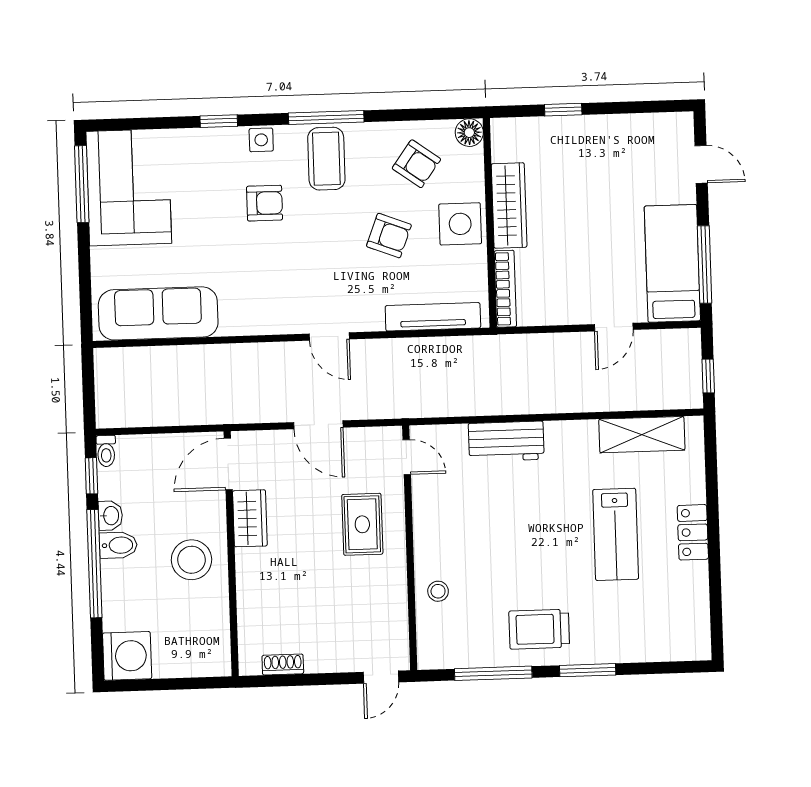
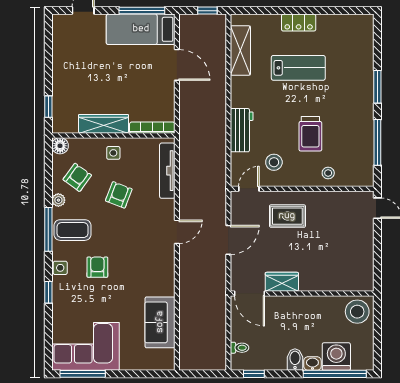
window: (563, 110) -> (48, 107), moved
plant: (377, 133) -> (58, 200), added
side table: (460, 224) -> (113, 153), width x0.54, depth x0.54
sofa: (158, 313) -> (160, 322), width x0.73
door: (614, 327) -> (177, 65), width x1.38
toilet: (106, 451) -> (240, 348), moved
stool: (453, 498) -> (274, 162), added
washbasin: (110, 516) -> (312, 363), moved
stool: (191, 560) -> (357, 312), moved
window: (94, 564) -> (335, 374), moved
trolley: (539, 629) -> (310, 134), moved
washing machine: (127, 656) -> (336, 356), moved
shoe rack: (283, 665) -> (368, 265), removed

